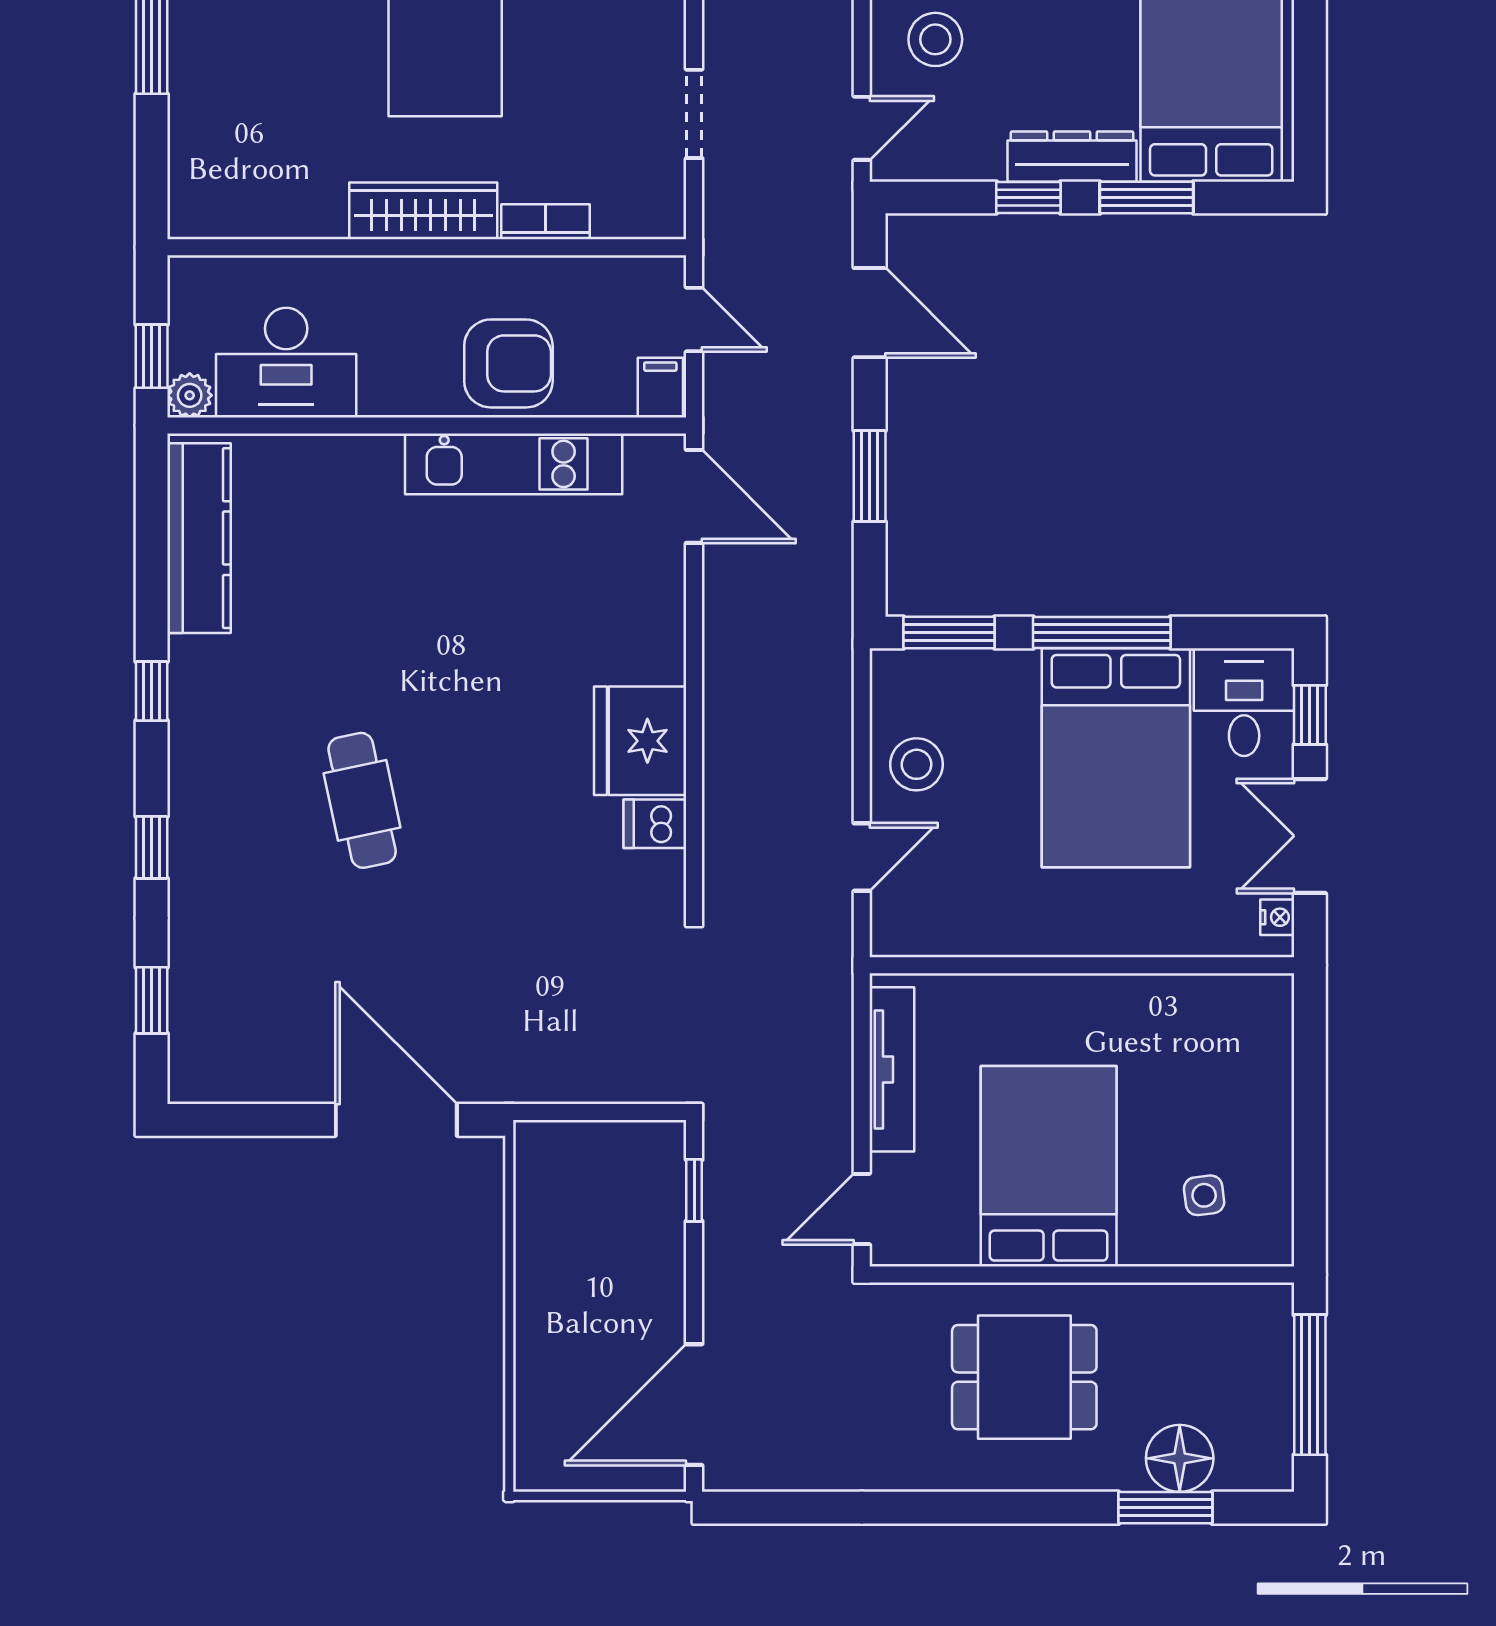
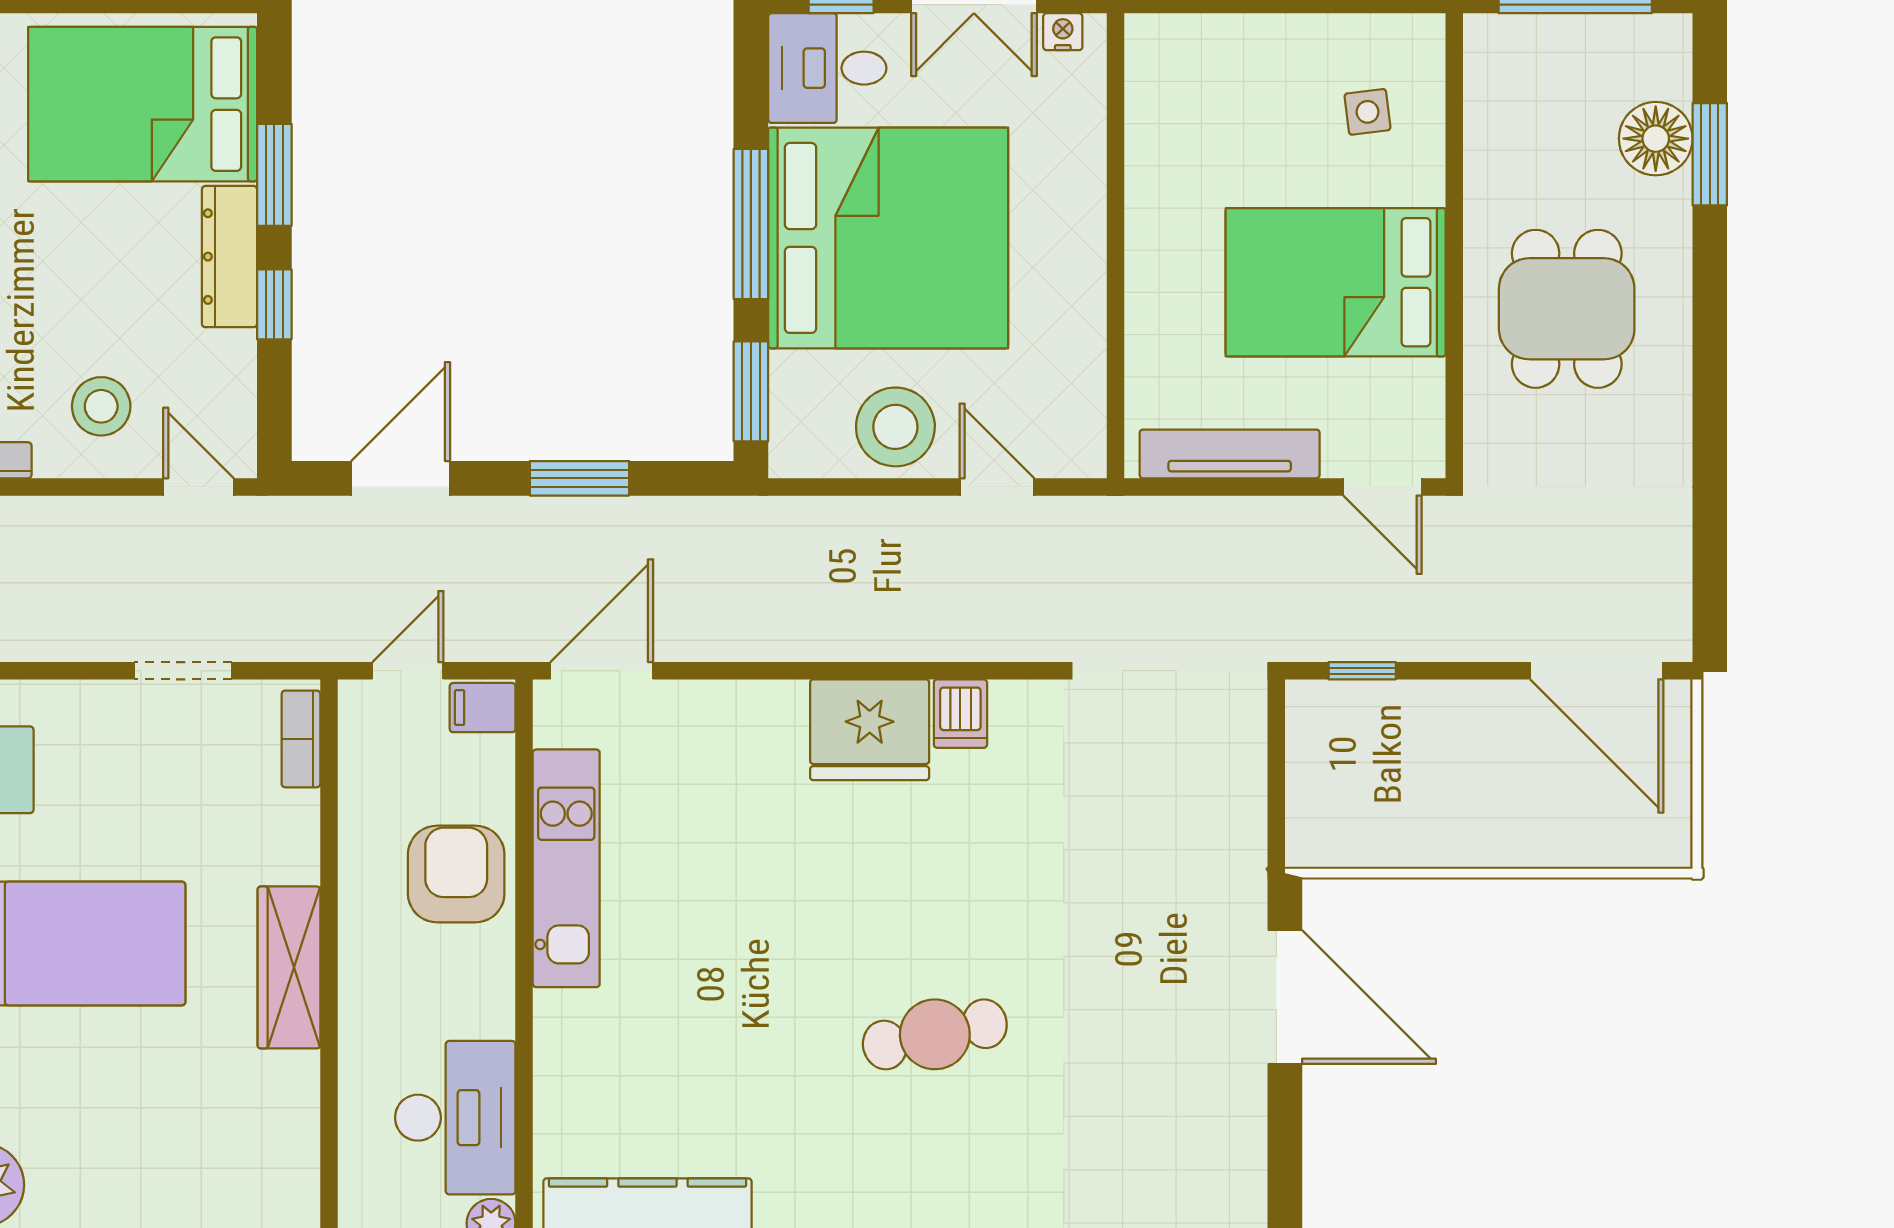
bookcase: (545, 222) -> (301, 739), moved
bed: (1116, 758) -> (888, 238), width x1.36
stool: (917, 764) -> (895, 427), width x1.38, depth x1.38
door: (396, 1120) -> (1285, 997), swing flipped

